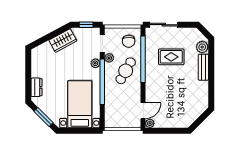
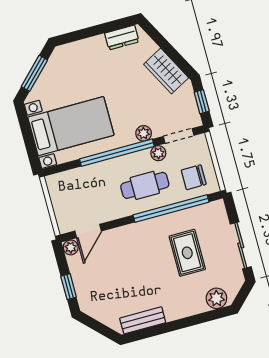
sliding door: (164, 25) -> (241, 245), moved
bench: (203, 67) -> (143, 320), moved
cafe table: (126, 71) -> (145, 185), turned -30
dresser: (36, 87) -> (122, 37), moved
door: (143, 111) -> (88, 231), hinge flipped
window: (172, 131) -> (69, 287), added

